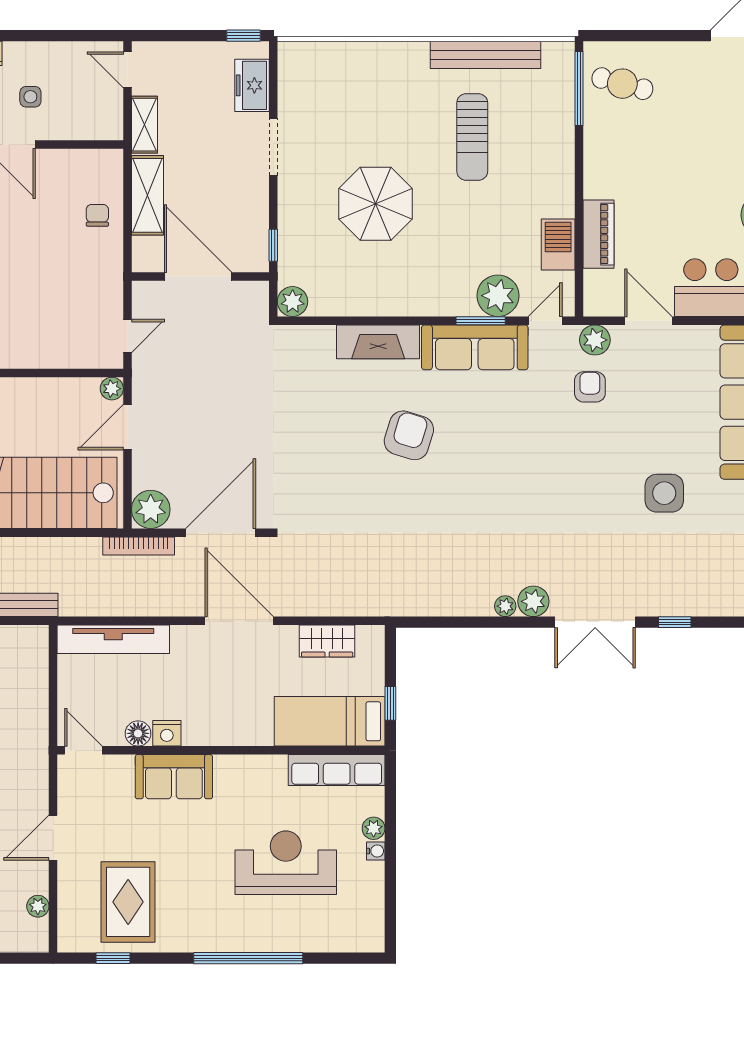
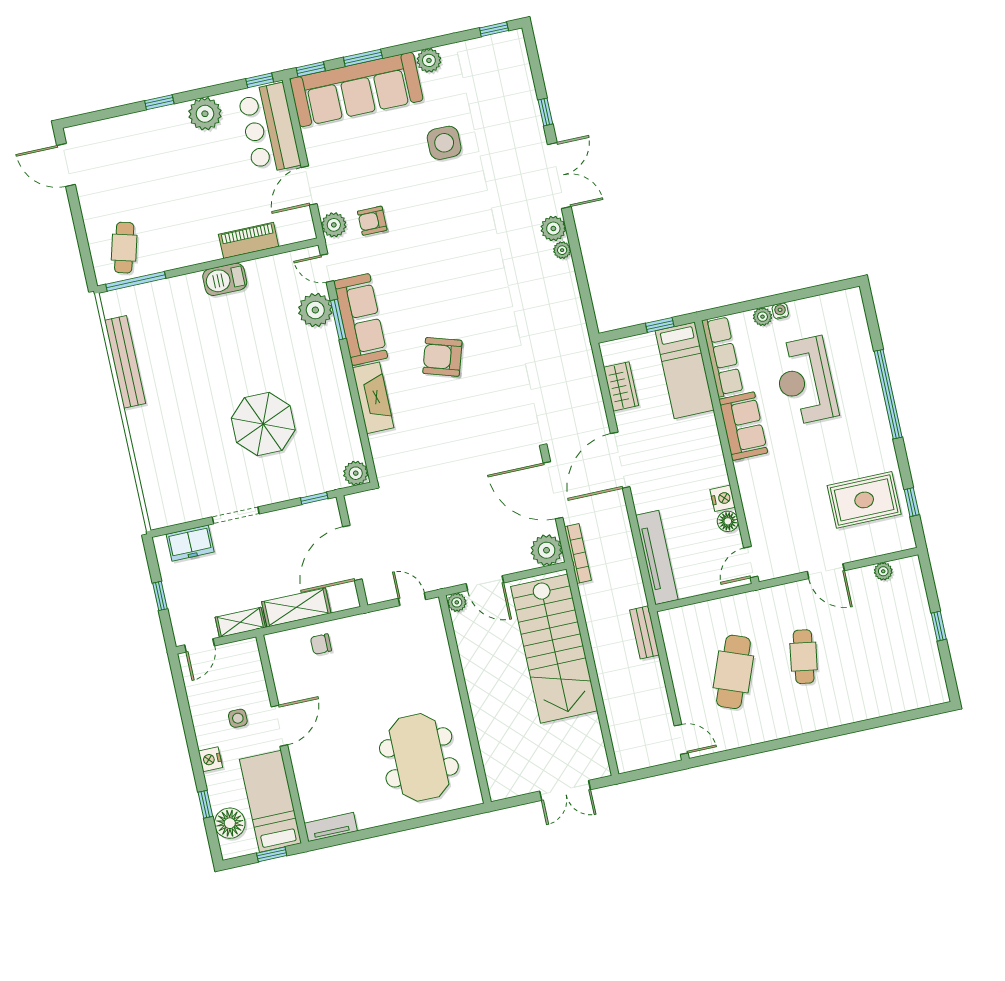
window: (243, 36) -> (160, 596), moved
sun lounger: (472, 137) -> (193, 358), removed
barbecue: (558, 245) -> (225, 279), moved
sofa: (174, 777) -> (743, 426), moved

